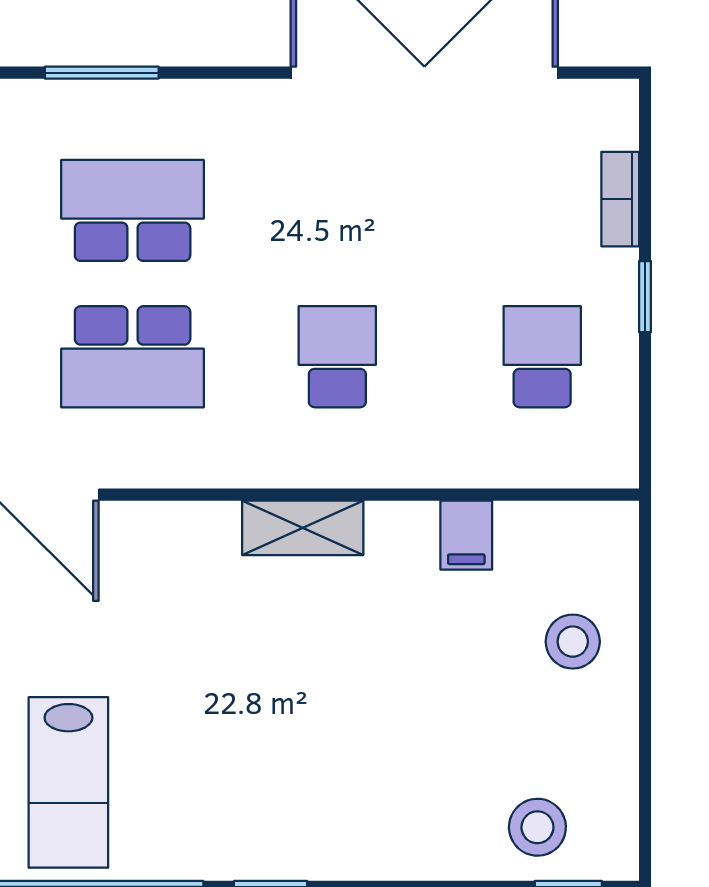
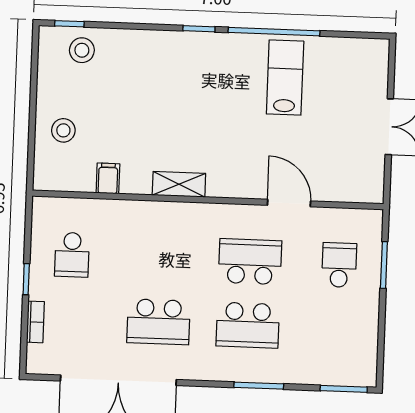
school desk: (337, 357) -> (159, 322), moved, width x1.85

